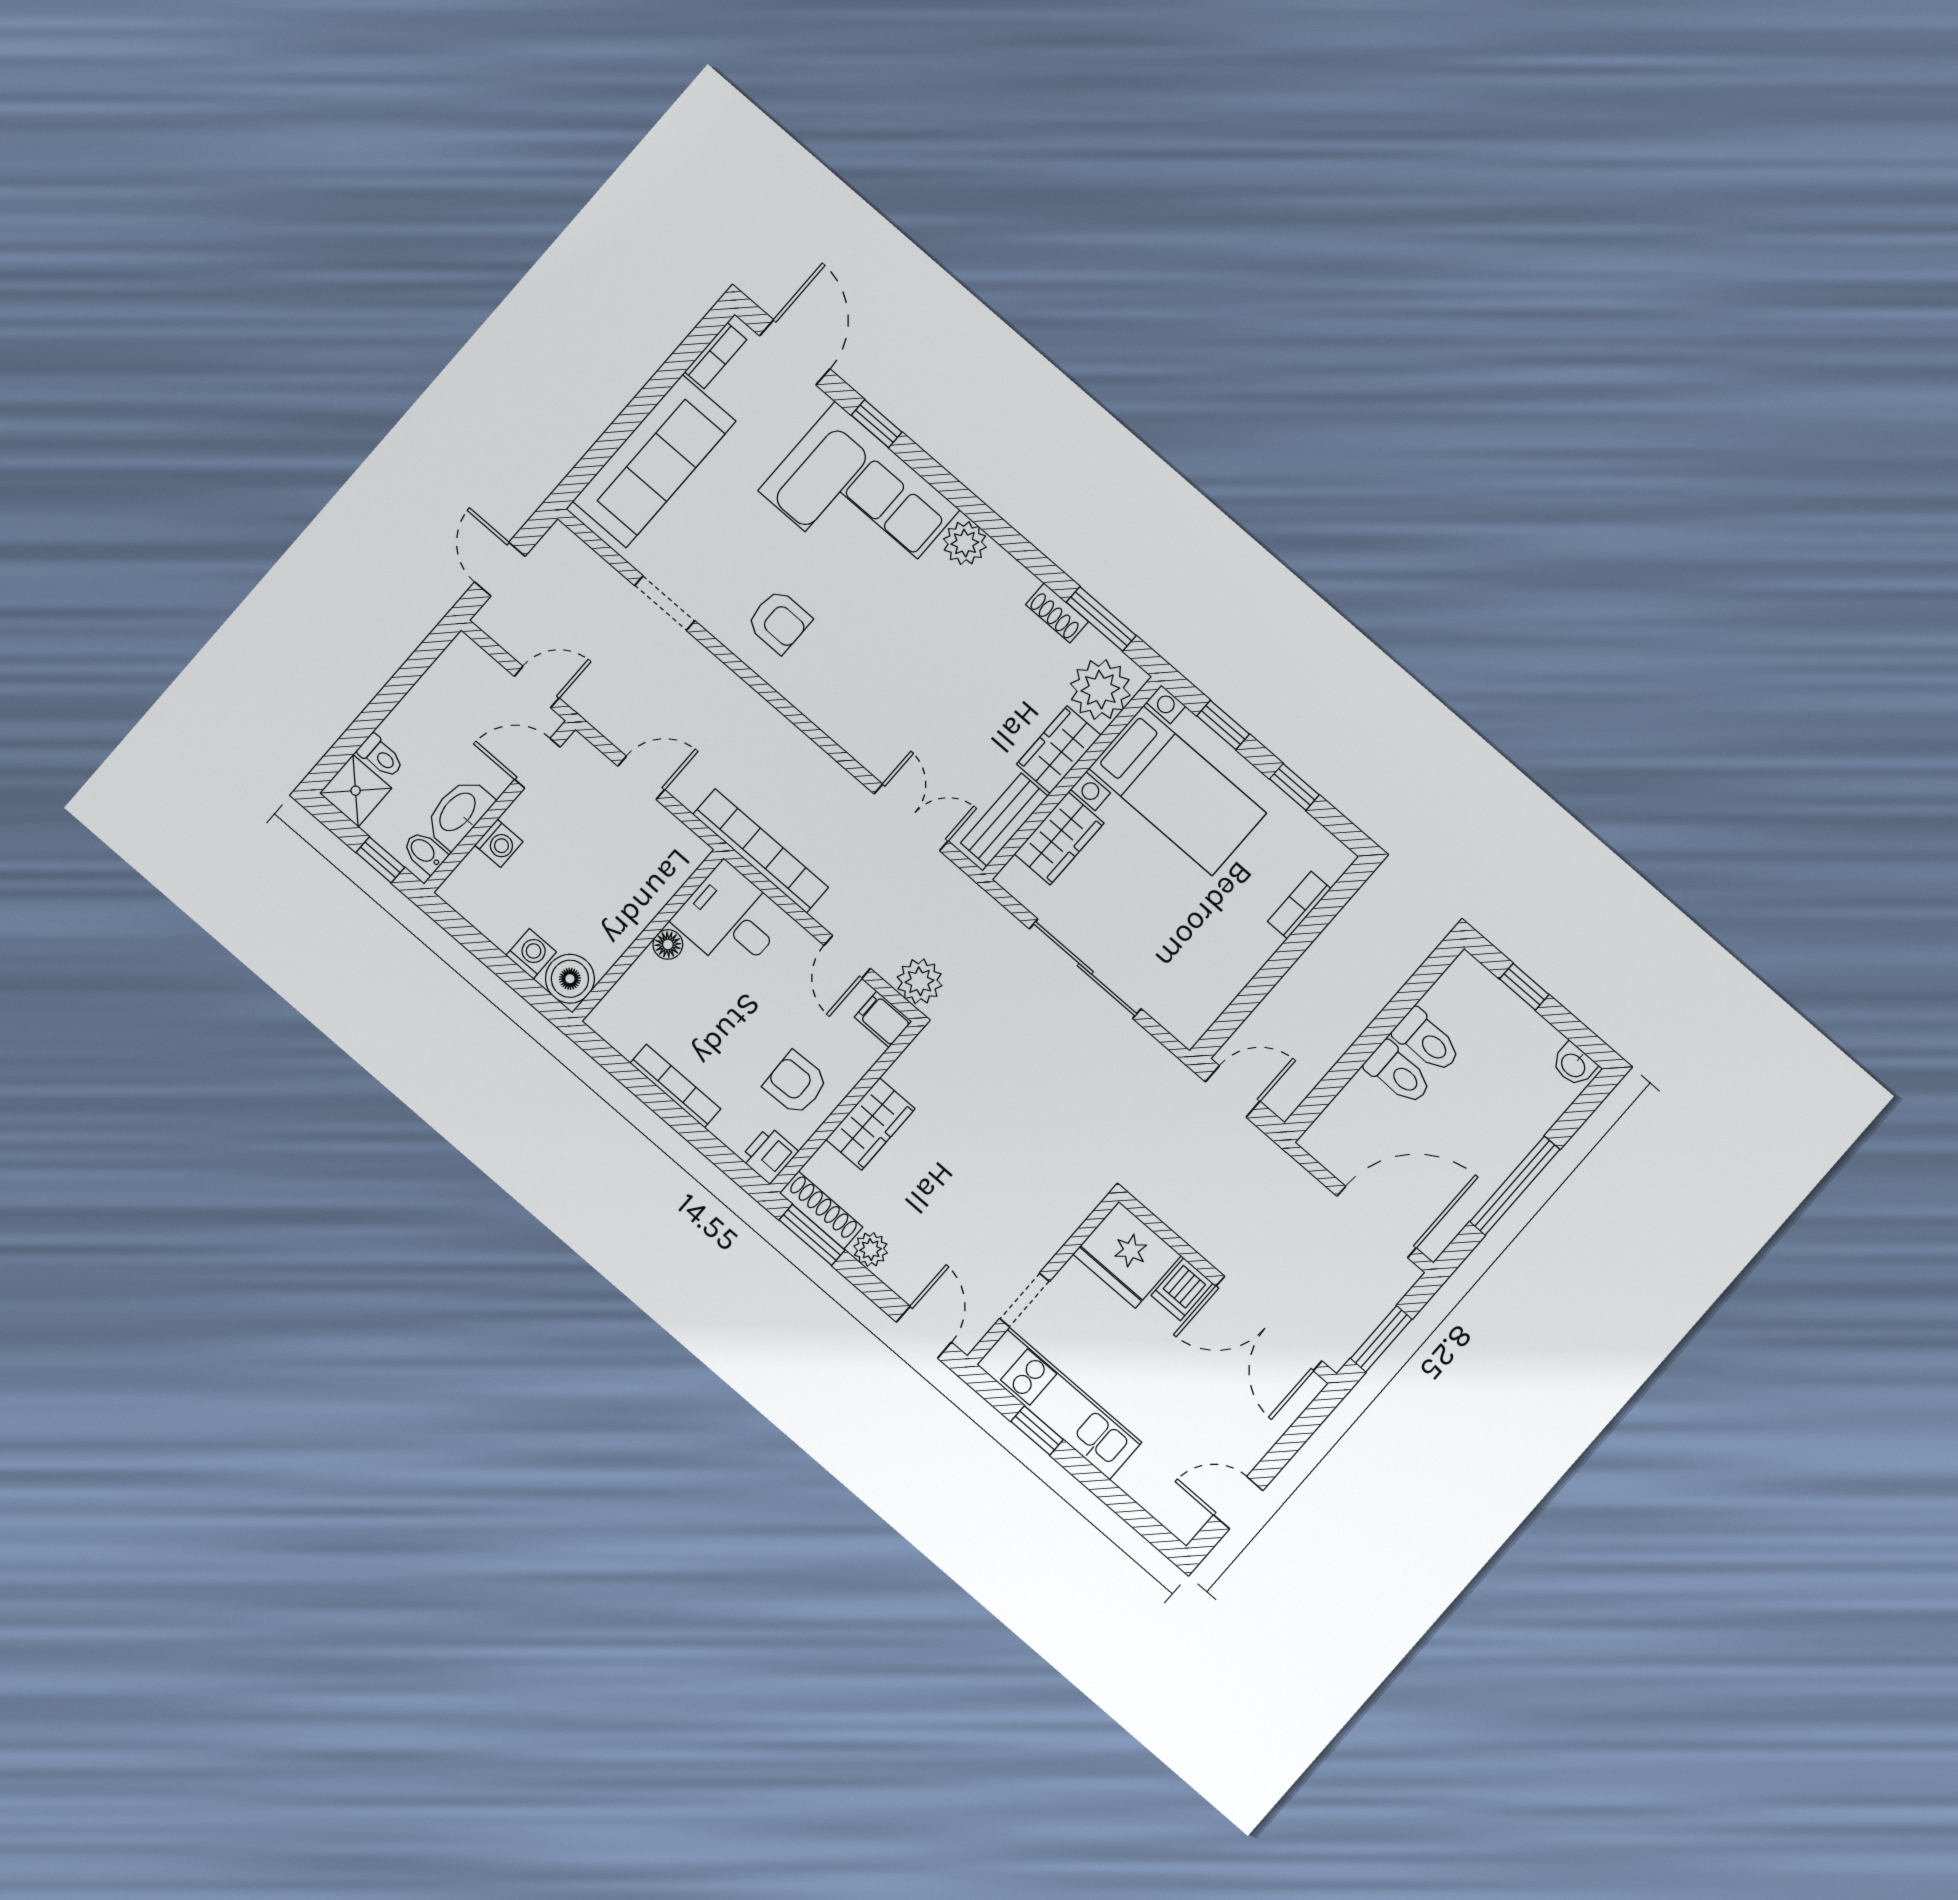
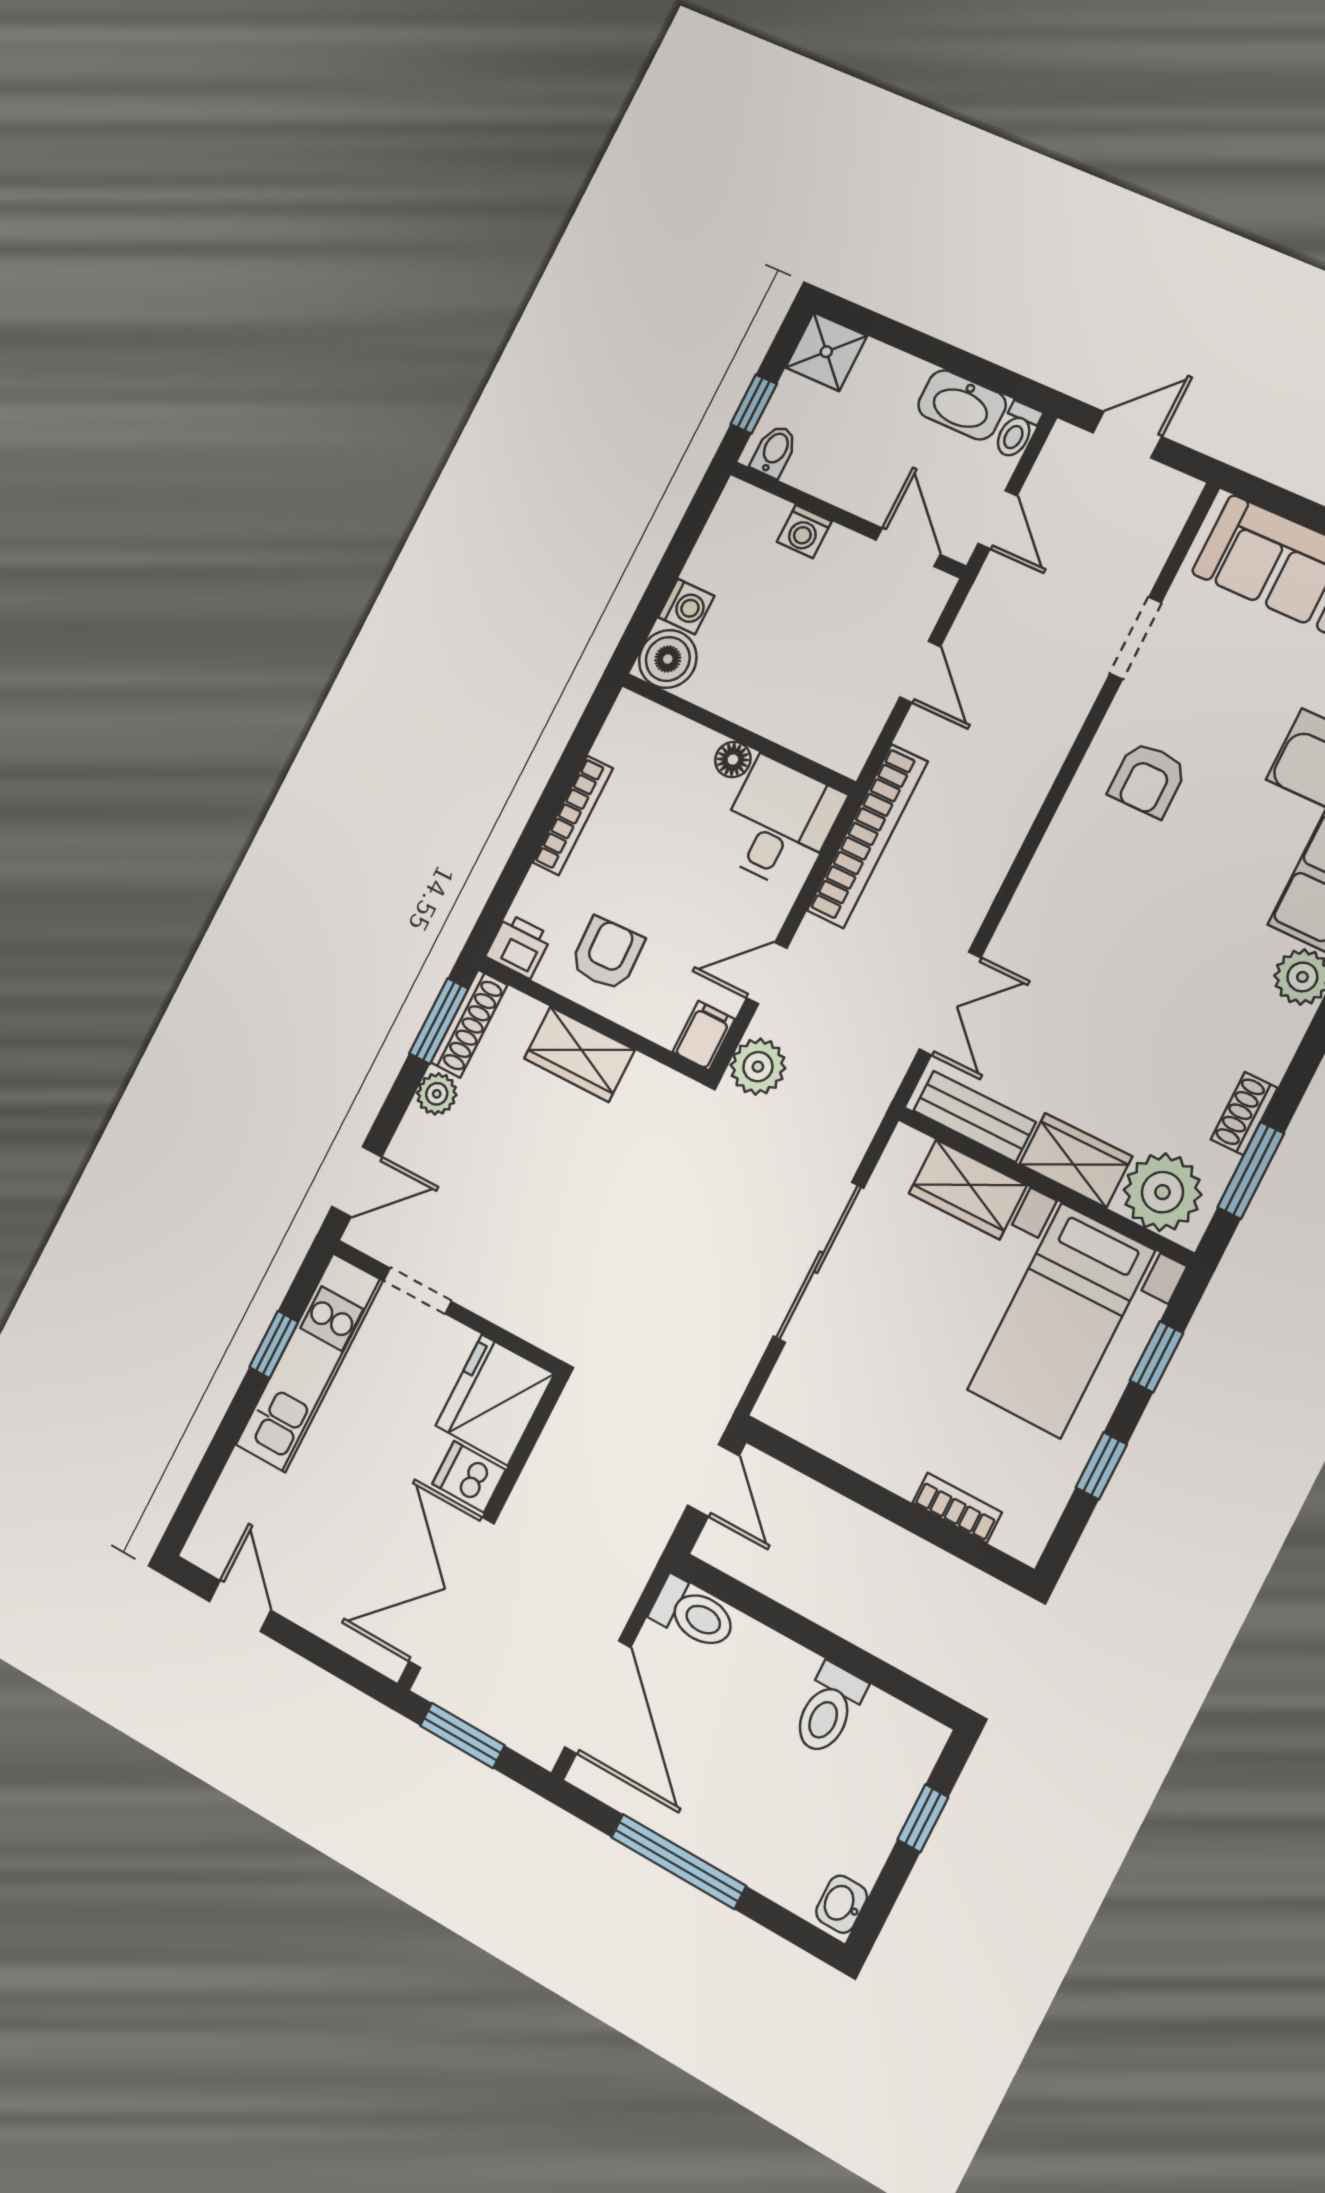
toilet: (381, 756) -> (1017, 430), moved
washbasin: (458, 813) -> (962, 405), moved, turned 180
toilet: (1398, 1073) -> (693, 1614), moved, turned -90

